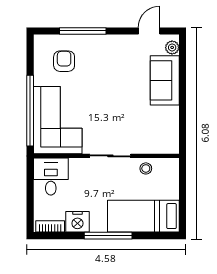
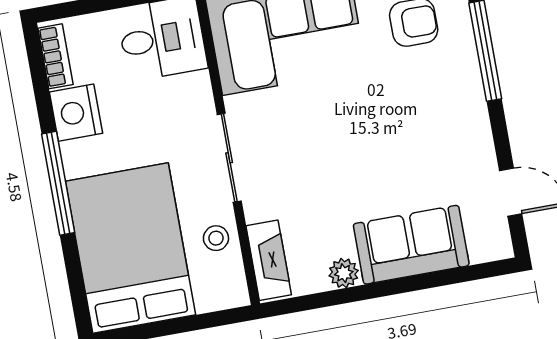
plant: (172, 47) -> (344, 273), moved
fireplace: (160, 146) -> (269, 260), added
bed: (143, 216) -> (131, 248), width x1.50

